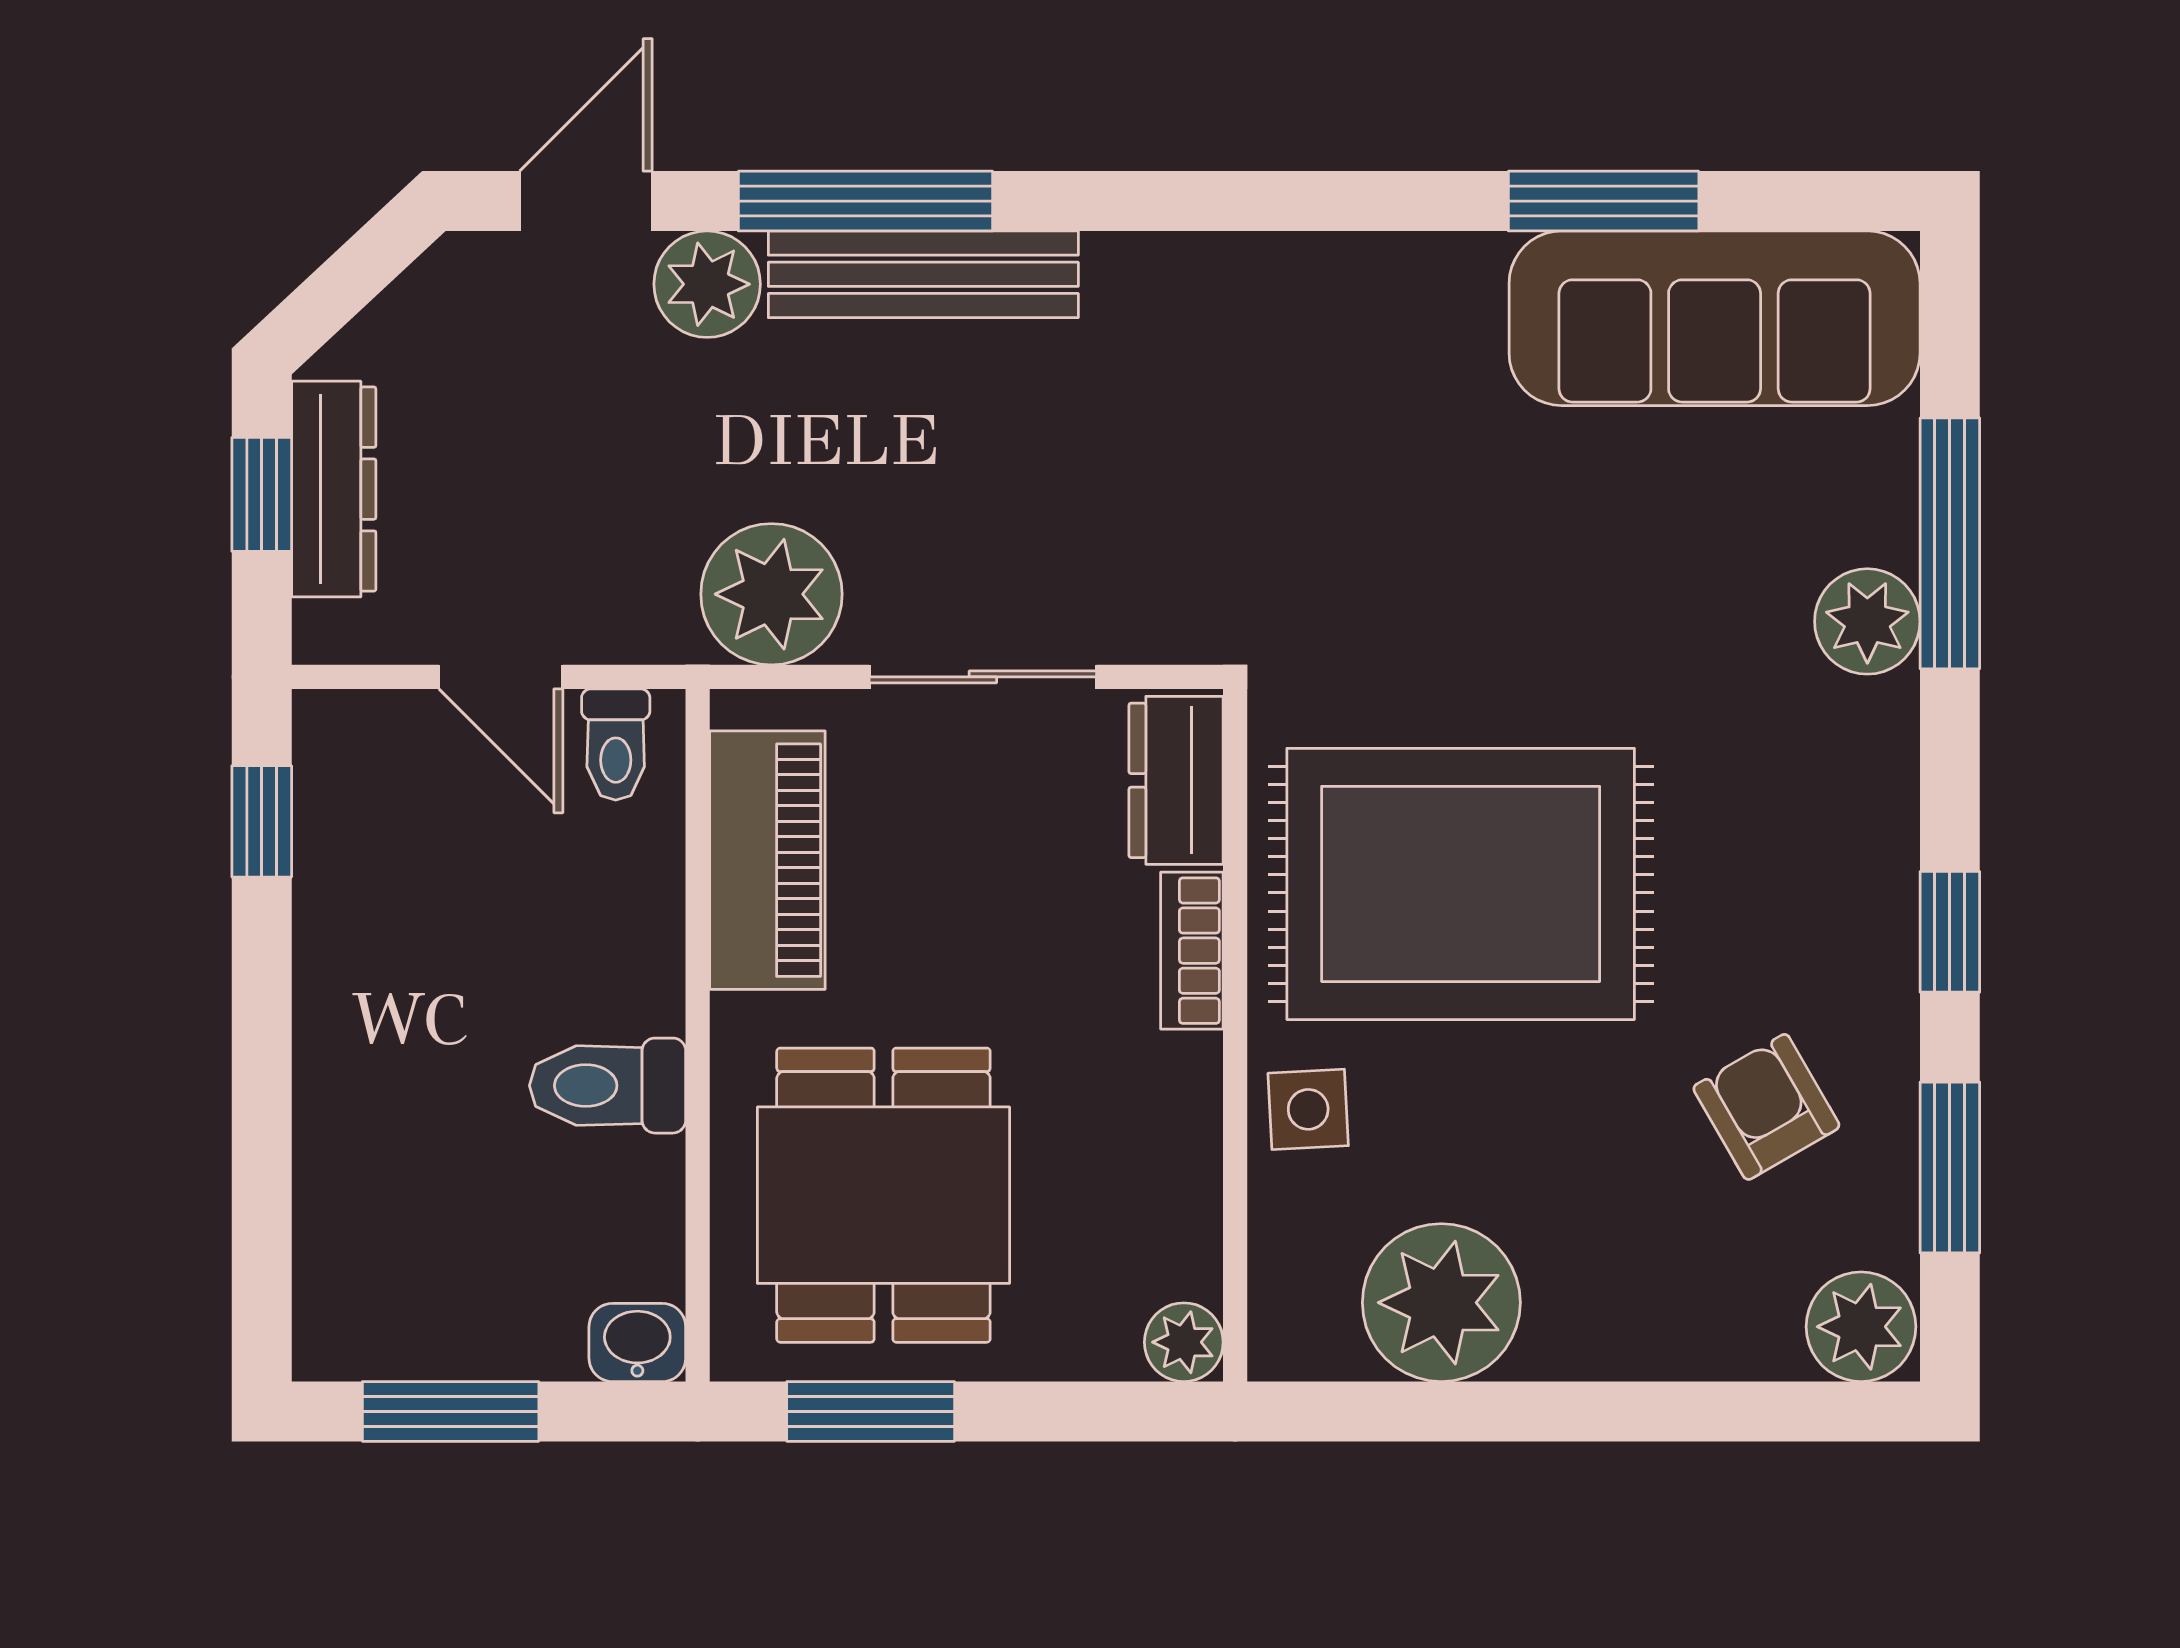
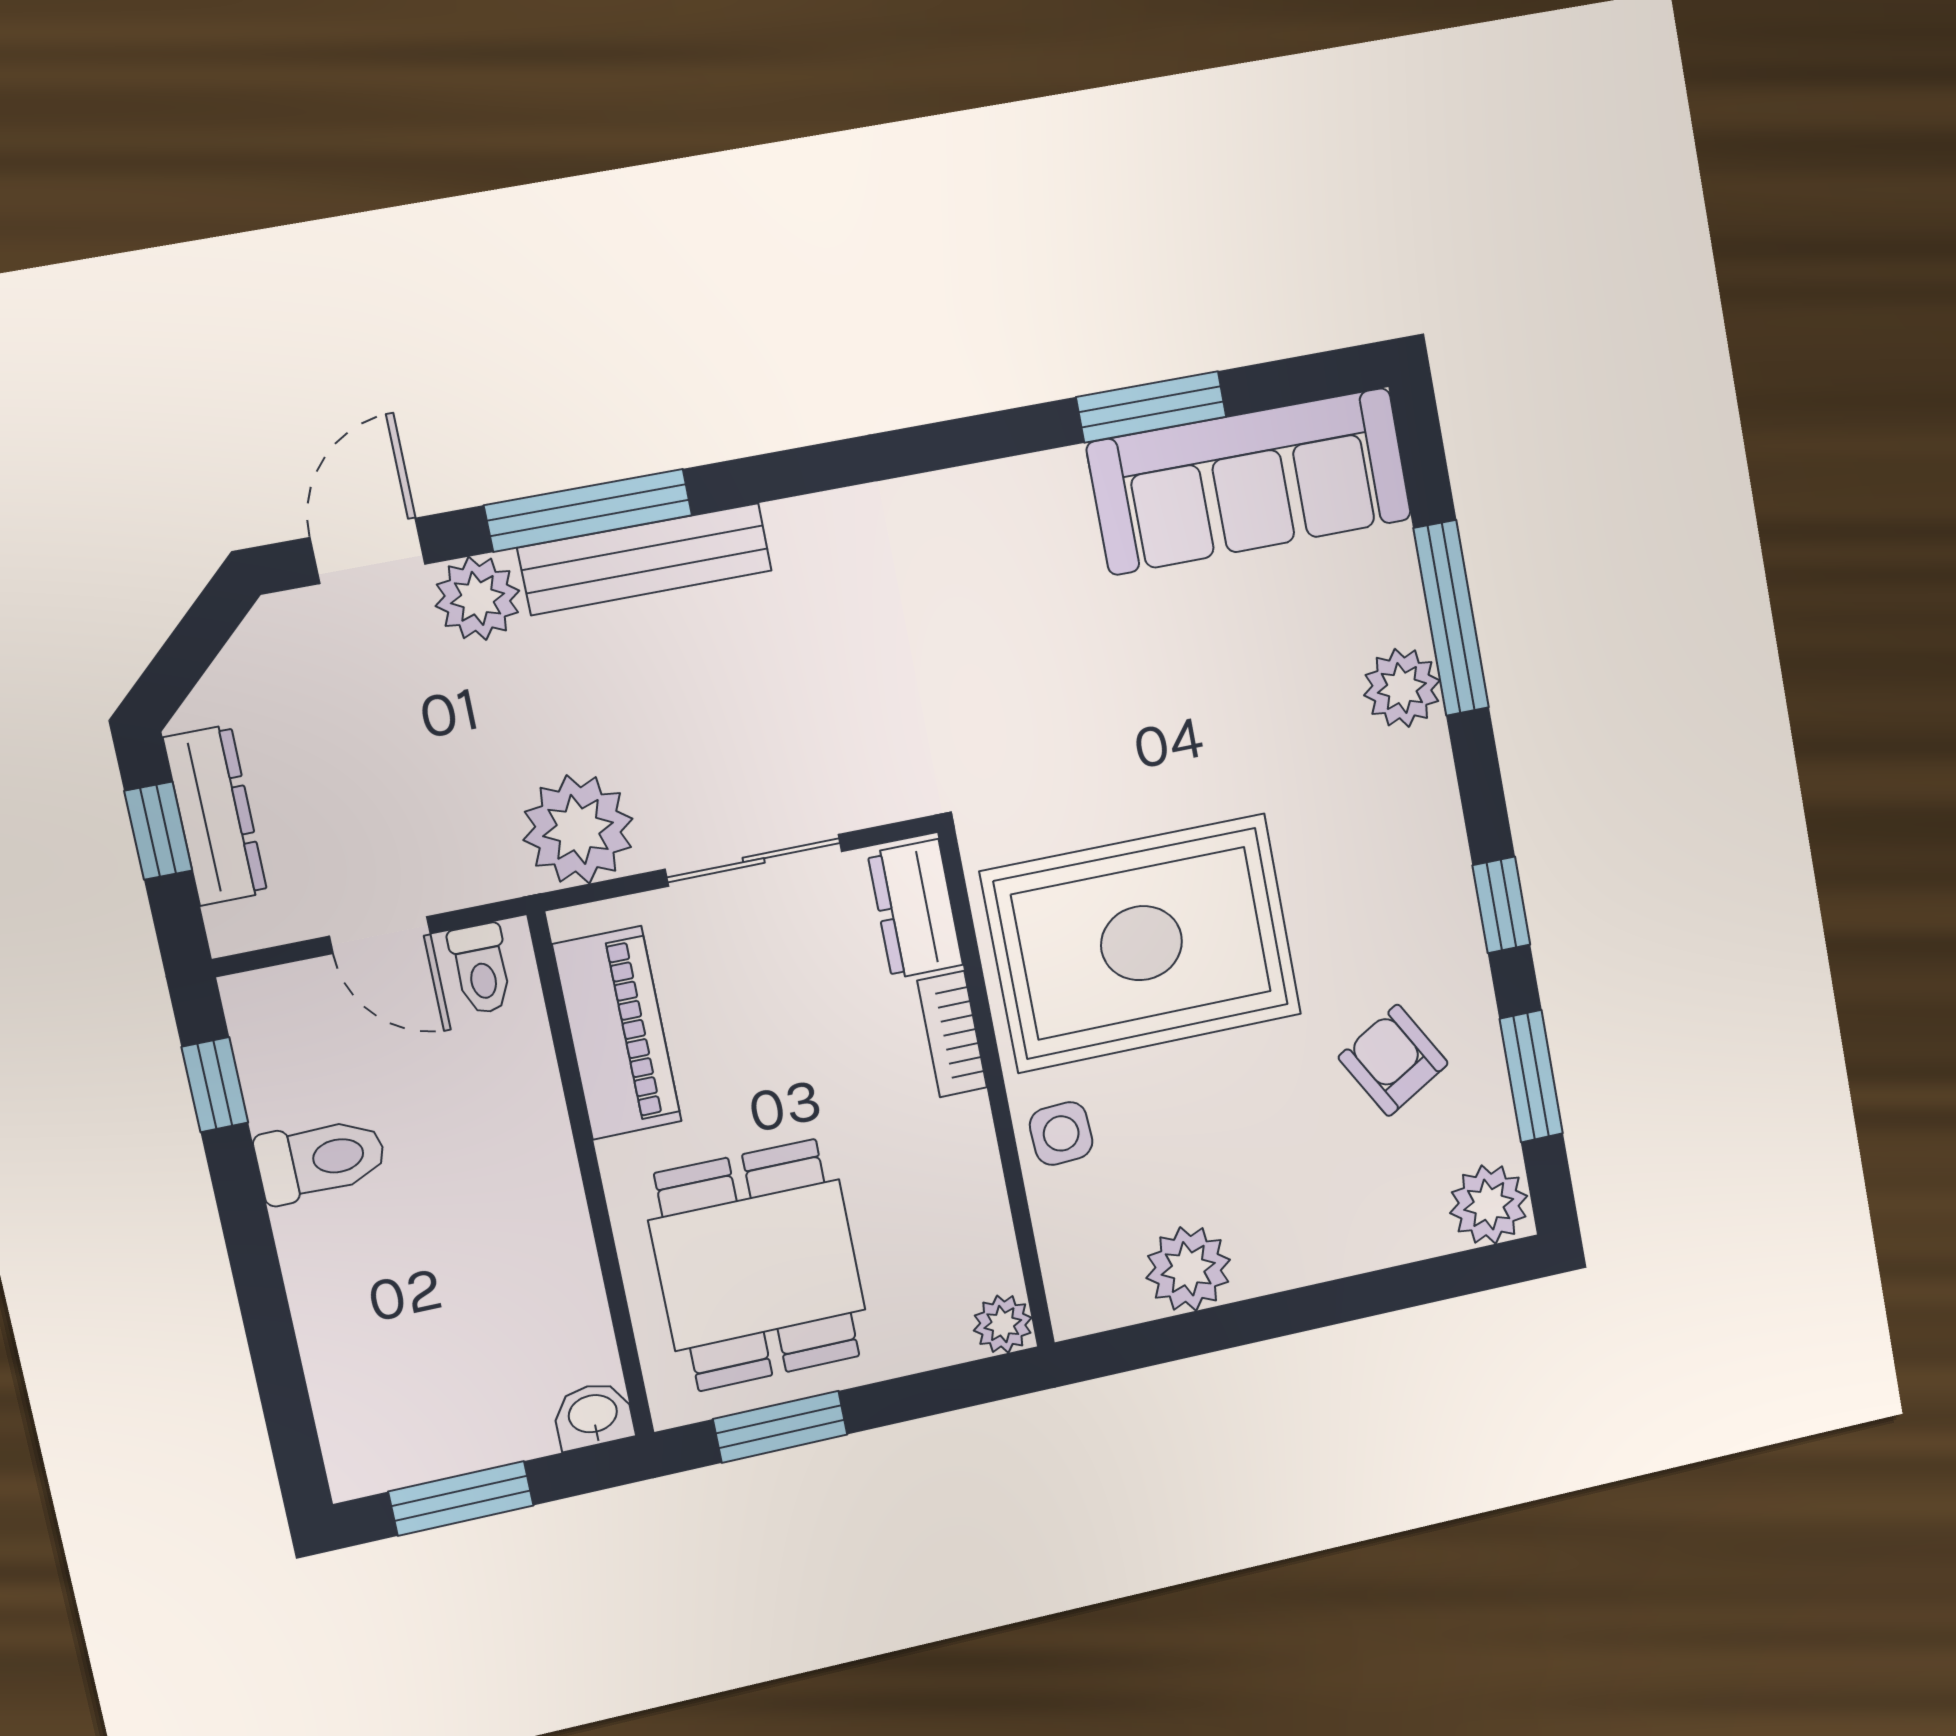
toilet: (608, 1086) -> (321, 1159), moved, turned 180
plant: (1441, 1303) -> (1188, 1269), width x0.73, depth x0.73

